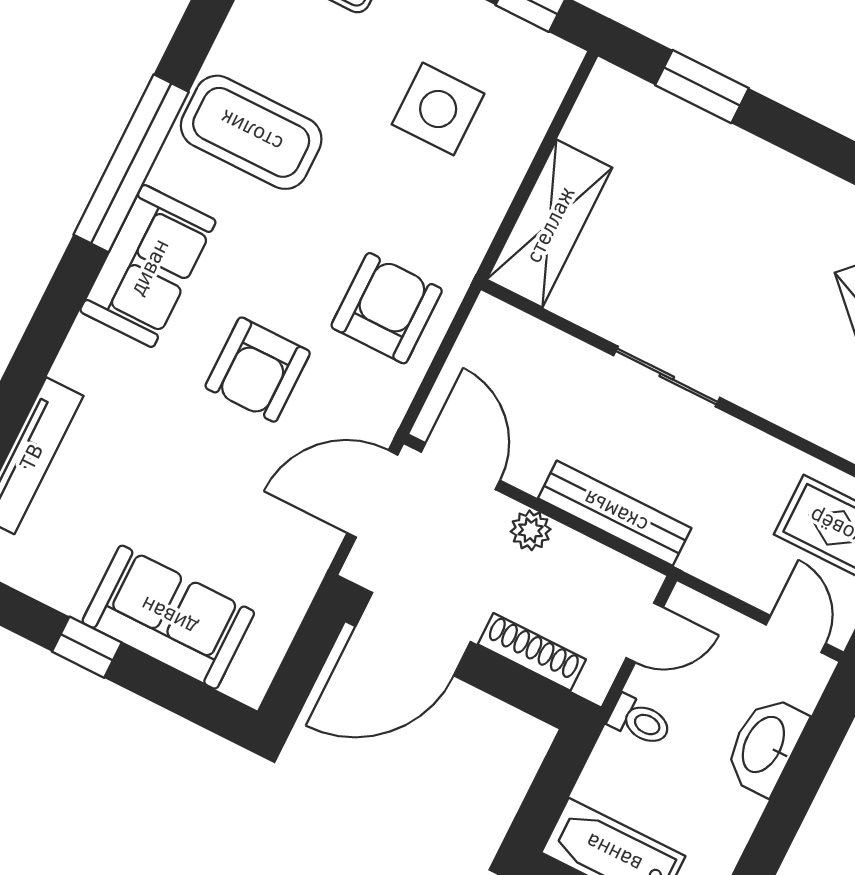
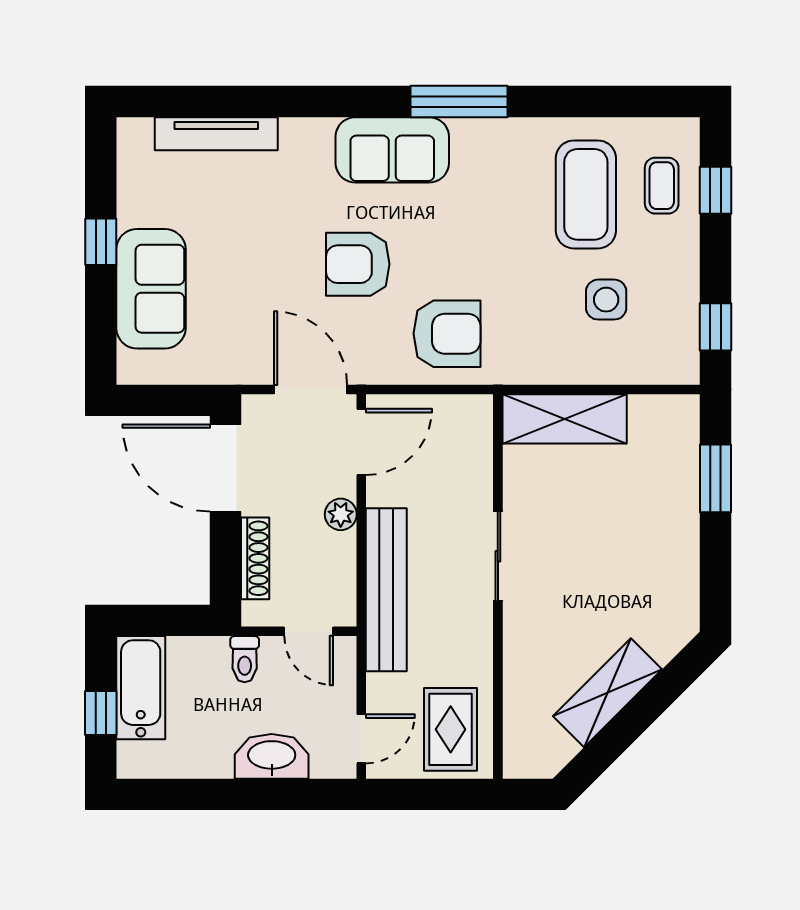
side table: (438, 109) -> (606, 300), width x0.73, depth x0.73
coffee table: (251, 132) -> (586, 194), moved
window: (131, 163) -> (459, 102), width x0.68
bench: (615, 513) -> (386, 590), width x1.37, depth x1.21

